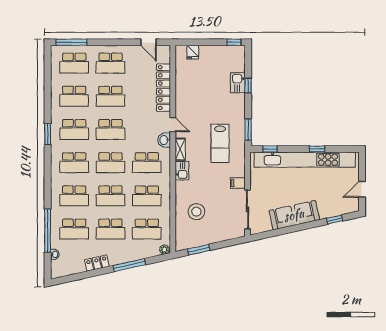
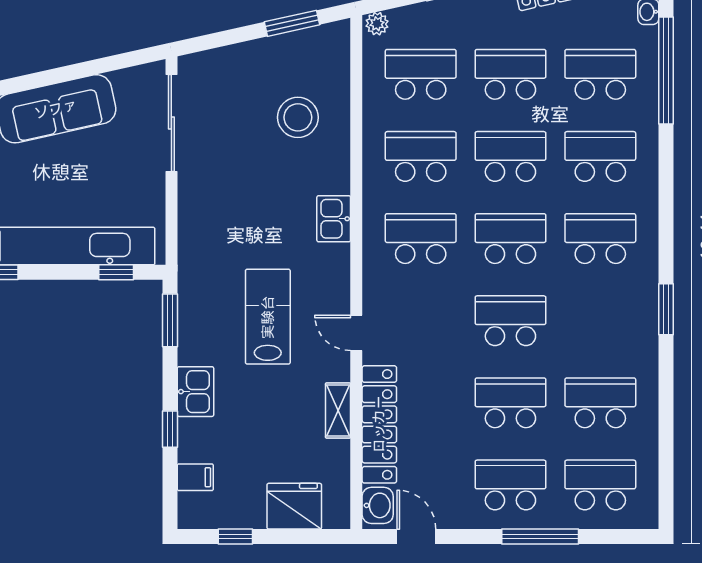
window: (72, 42) -> (540, 537), moved
window: (234, 42) -> (235, 537), moved
fridge: (193, 52) -> (294, 506), width x1.88, depth x1.34
kitchen sink: (238, 83) -> (195, 392), moved
school desk: (74, 129) -> (600, 321), removed
washbasin: (164, 140) -> (378, 505), moved
lab bench: (220, 143) -> (268, 317), moved
shelving: (180, 149) -> (338, 410), moved
filing cabinet: (238, 183) -> (195, 477), moved

